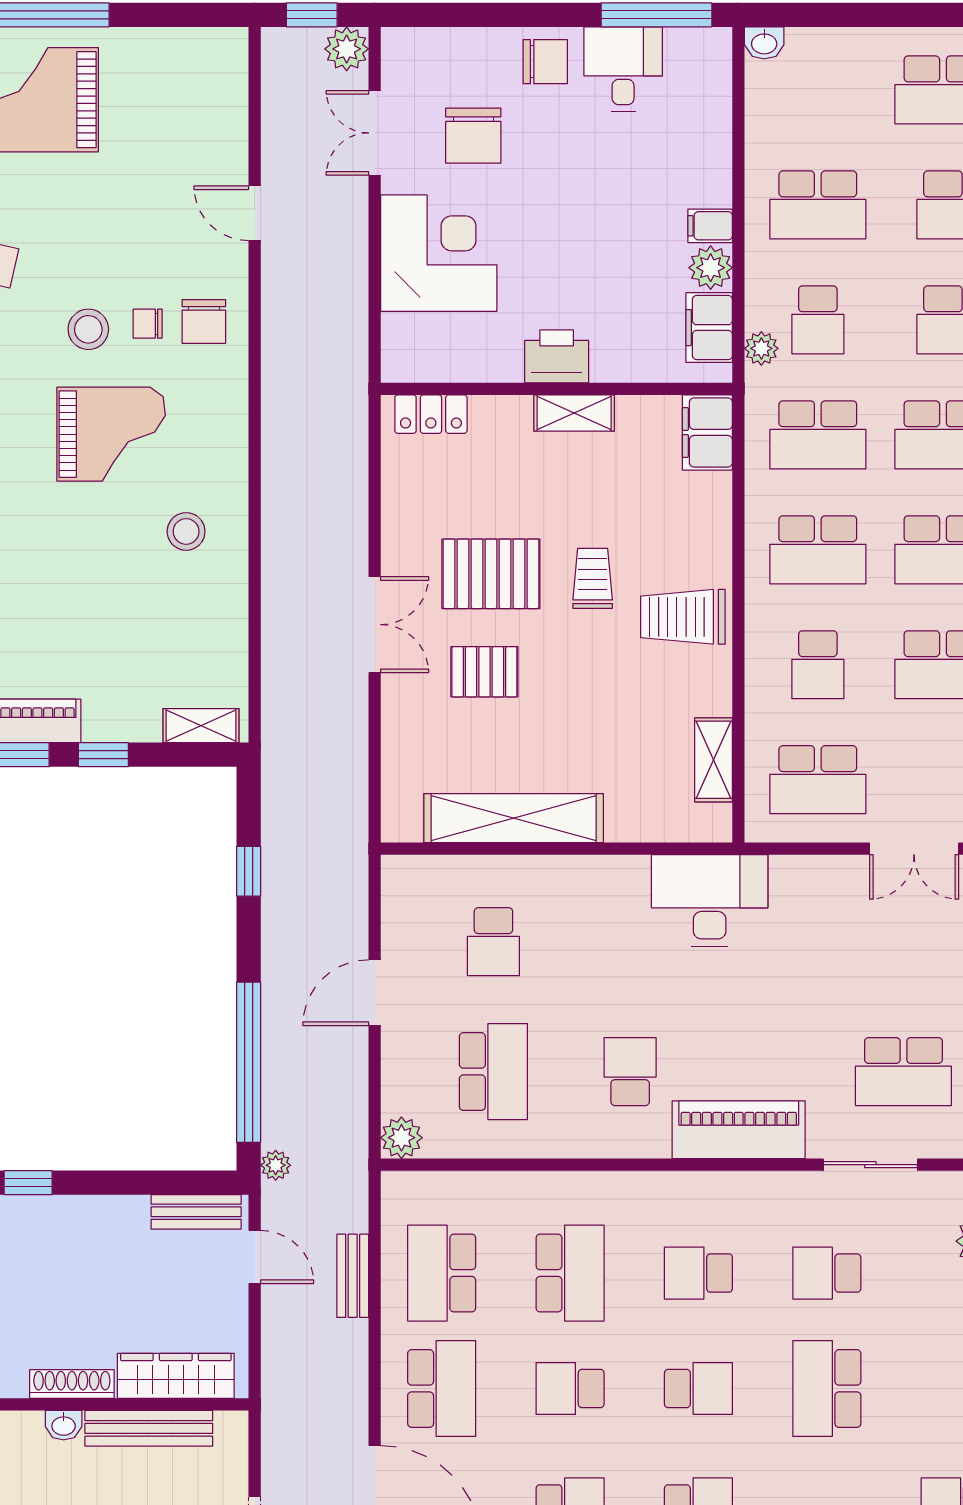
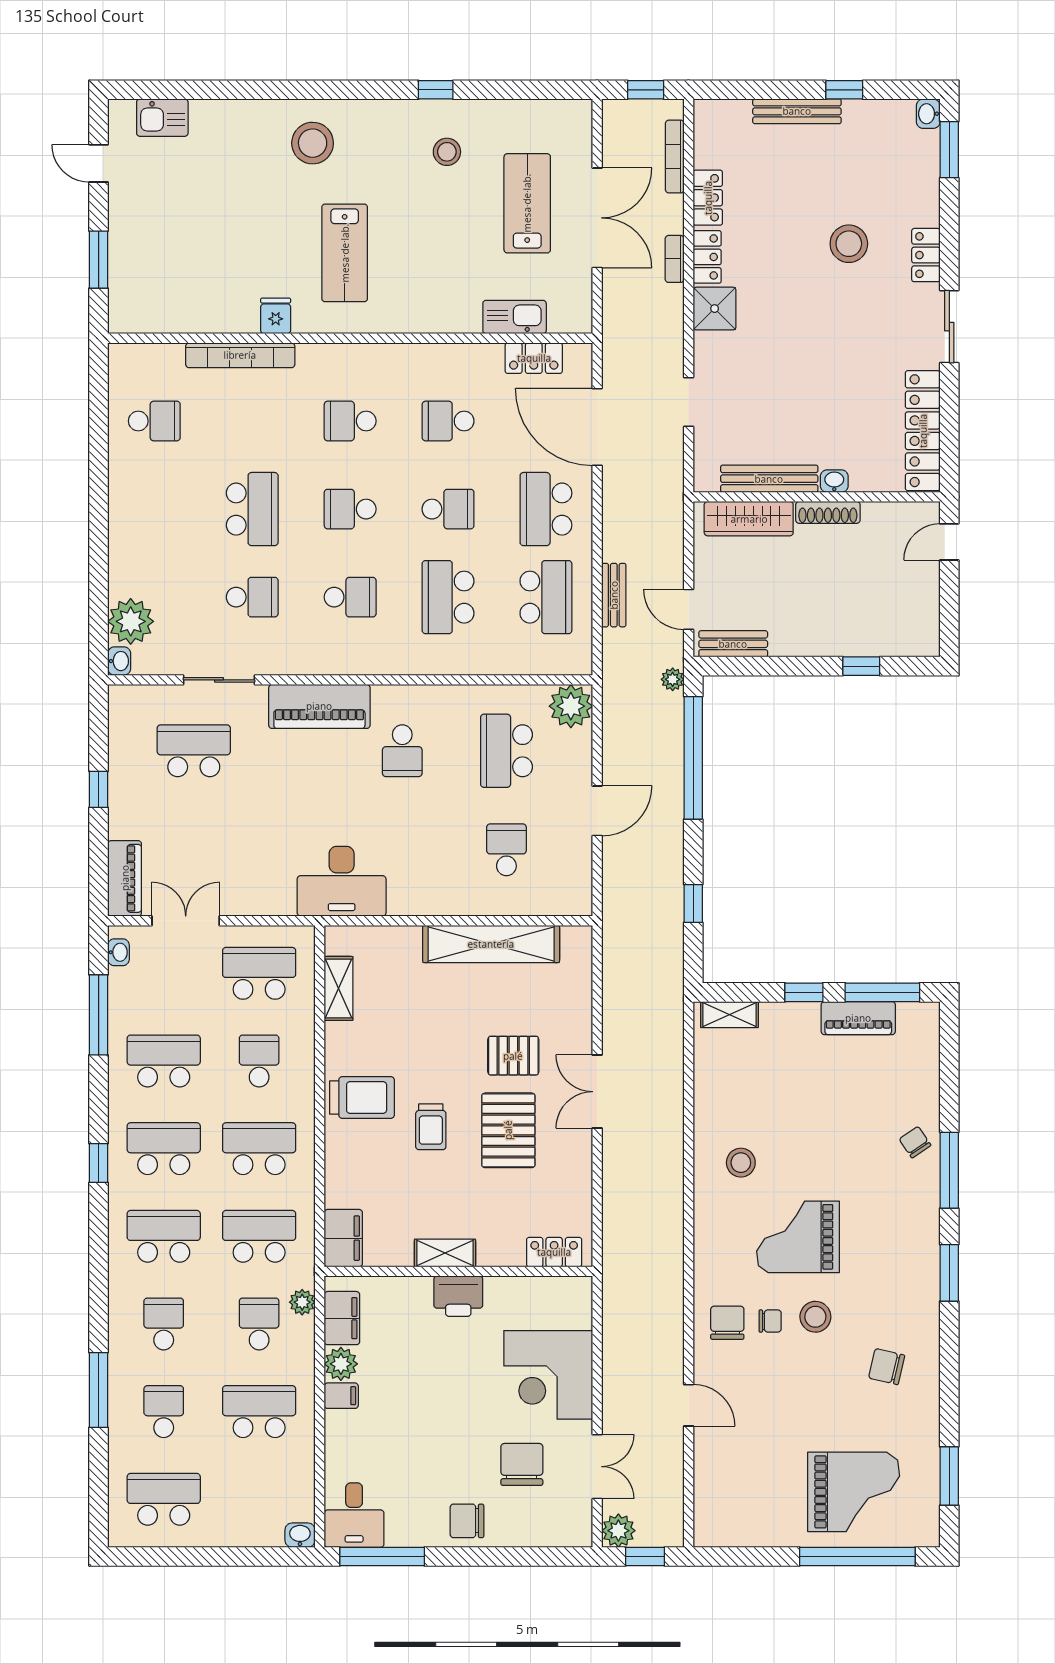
desk: (623, 69) -> (354, 1515), moved
pallet: (491, 574) -> (508, 1130), turned 90
plant: (401, 1138) -> (571, 706), width x1.36, depth x1.36

